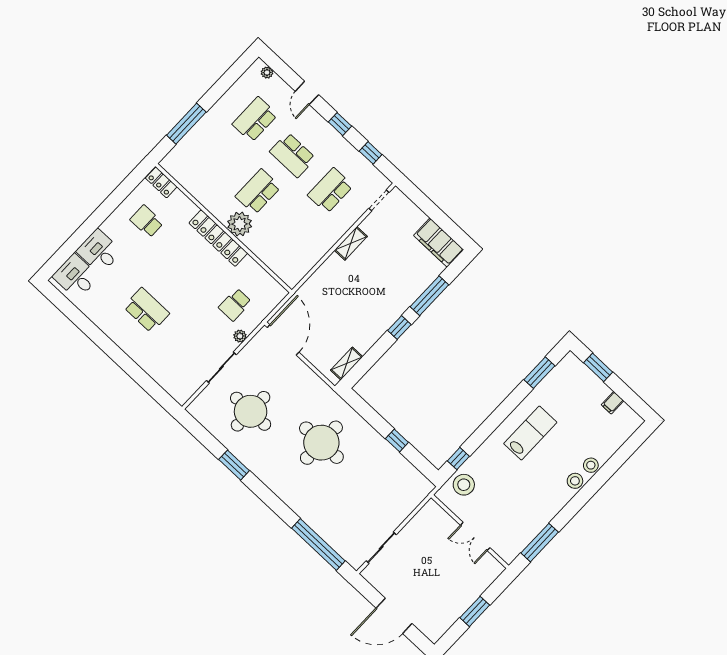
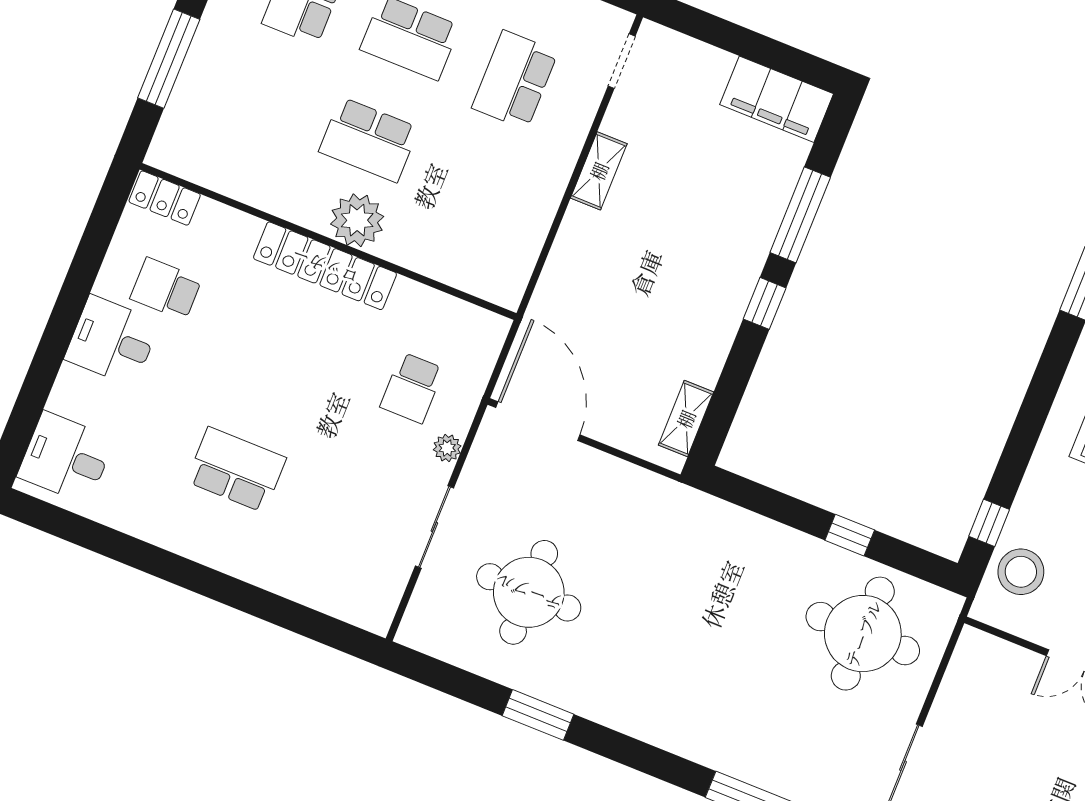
school desk: (258, 192) -> (369, 140), turned -90
desk: (99, 251) -> (112, 341), moved
round table: (321, 443) -> (863, 634), moved

